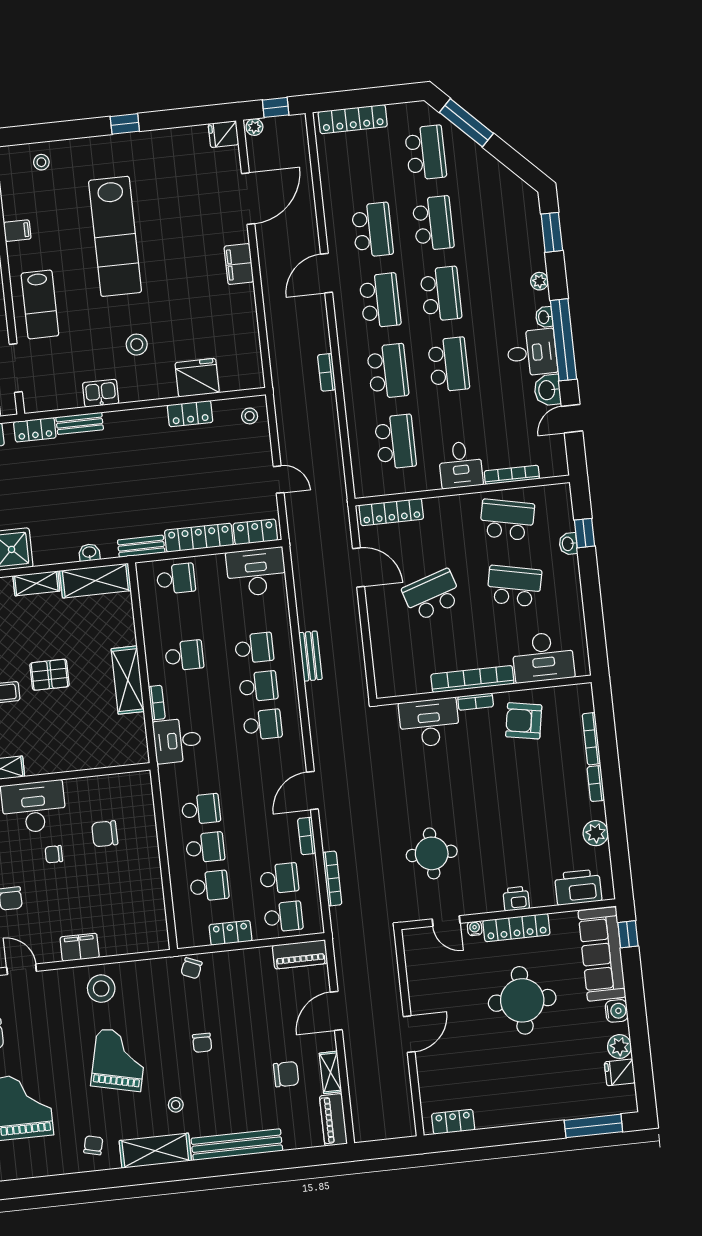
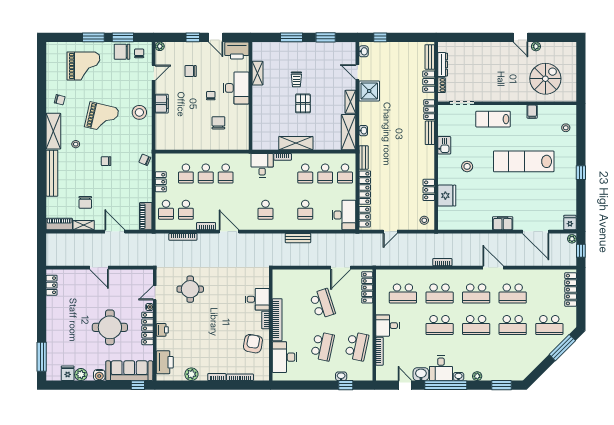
school desk: (258, 686) -> (325, 173), moved
desk: (429, 723) -> (257, 299), width x0.73

